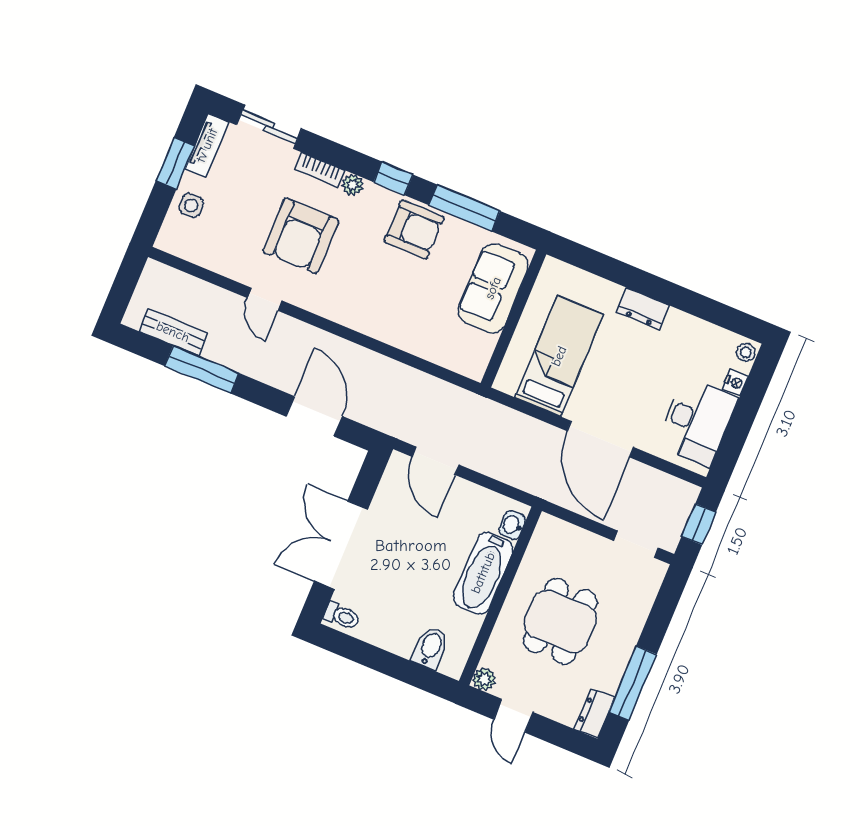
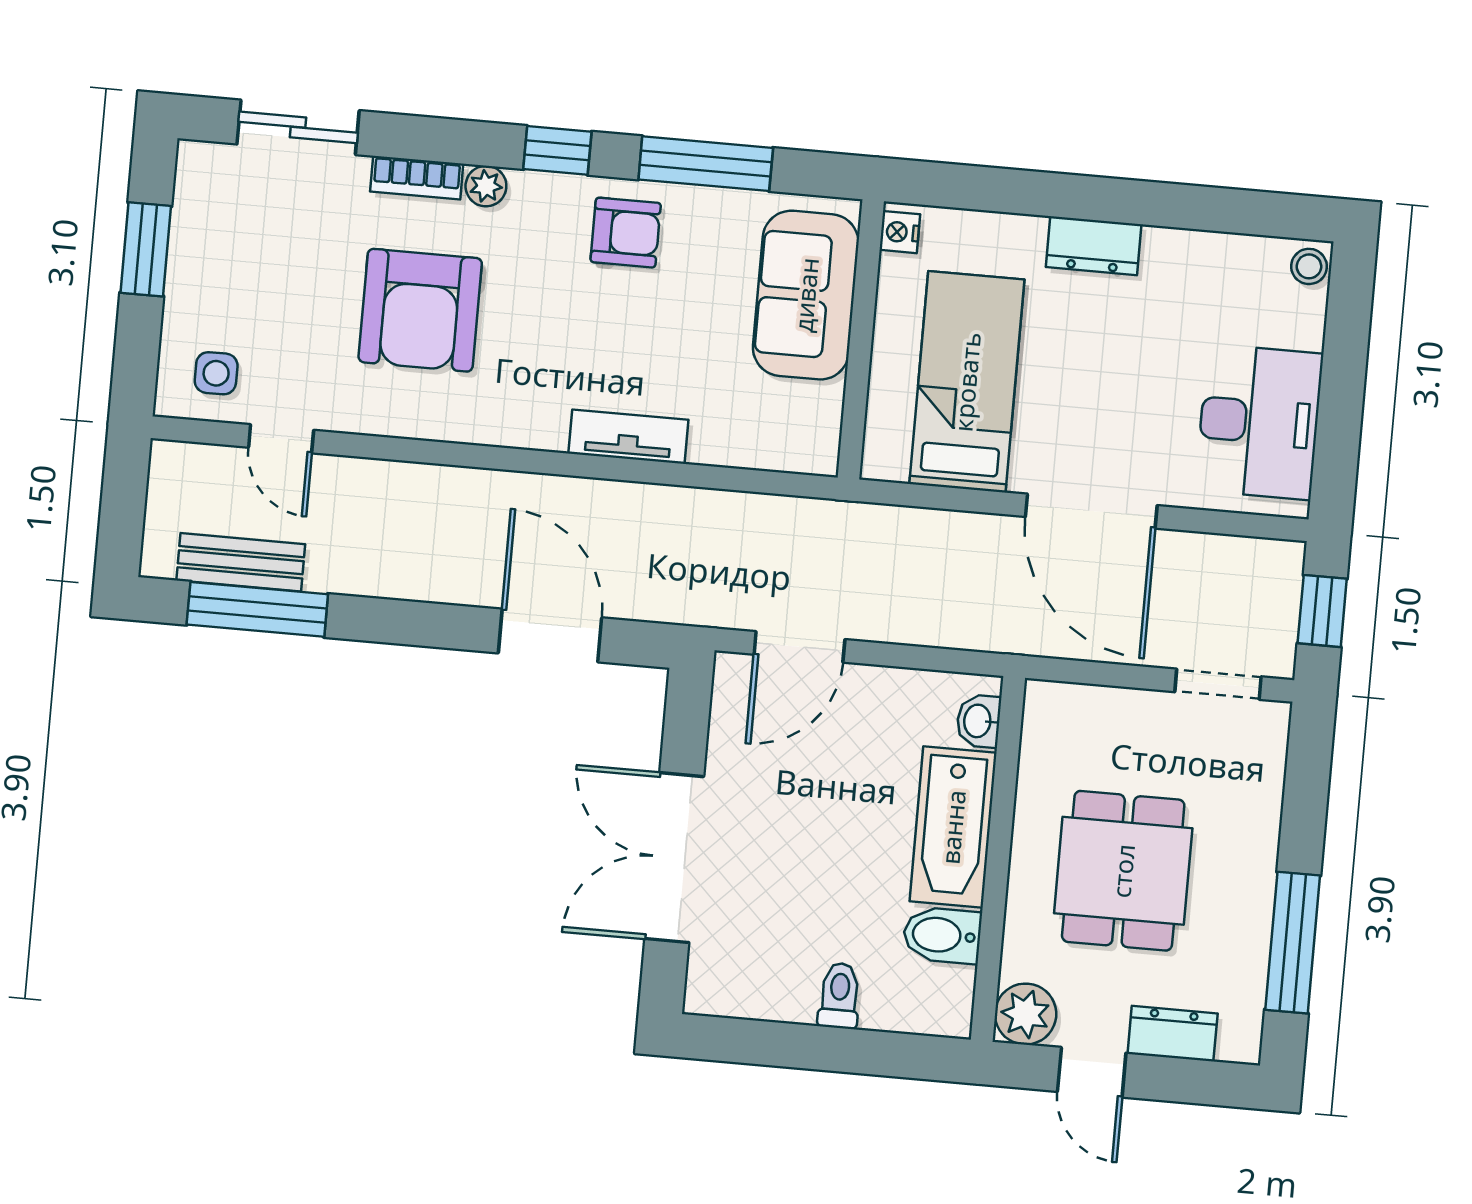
tv unit: (207, 145) -> (628, 437), moved, turned -90
side table: (191, 206) -> (216, 373), moved
armchair: (414, 229) -> (626, 233), width x0.72, depth x0.72
door: (265, 299) -> (281, 439), moved
window: (202, 369) -> (257, 609), moved
nightstand: (735, 382) -> (900, 232), moved, turned 180
door: (435, 461) -> (799, 647), hinge flipped
toilet: (342, 616) -> (839, 996), moved, turned -90
bidet: (430, 648) -> (942, 935), moved, turned -90
plant: (484, 679) -> (1026, 1014), width x1.38, depth x1.38
dresser: (594, 713) -> (1173, 1034), moved, turned 90

